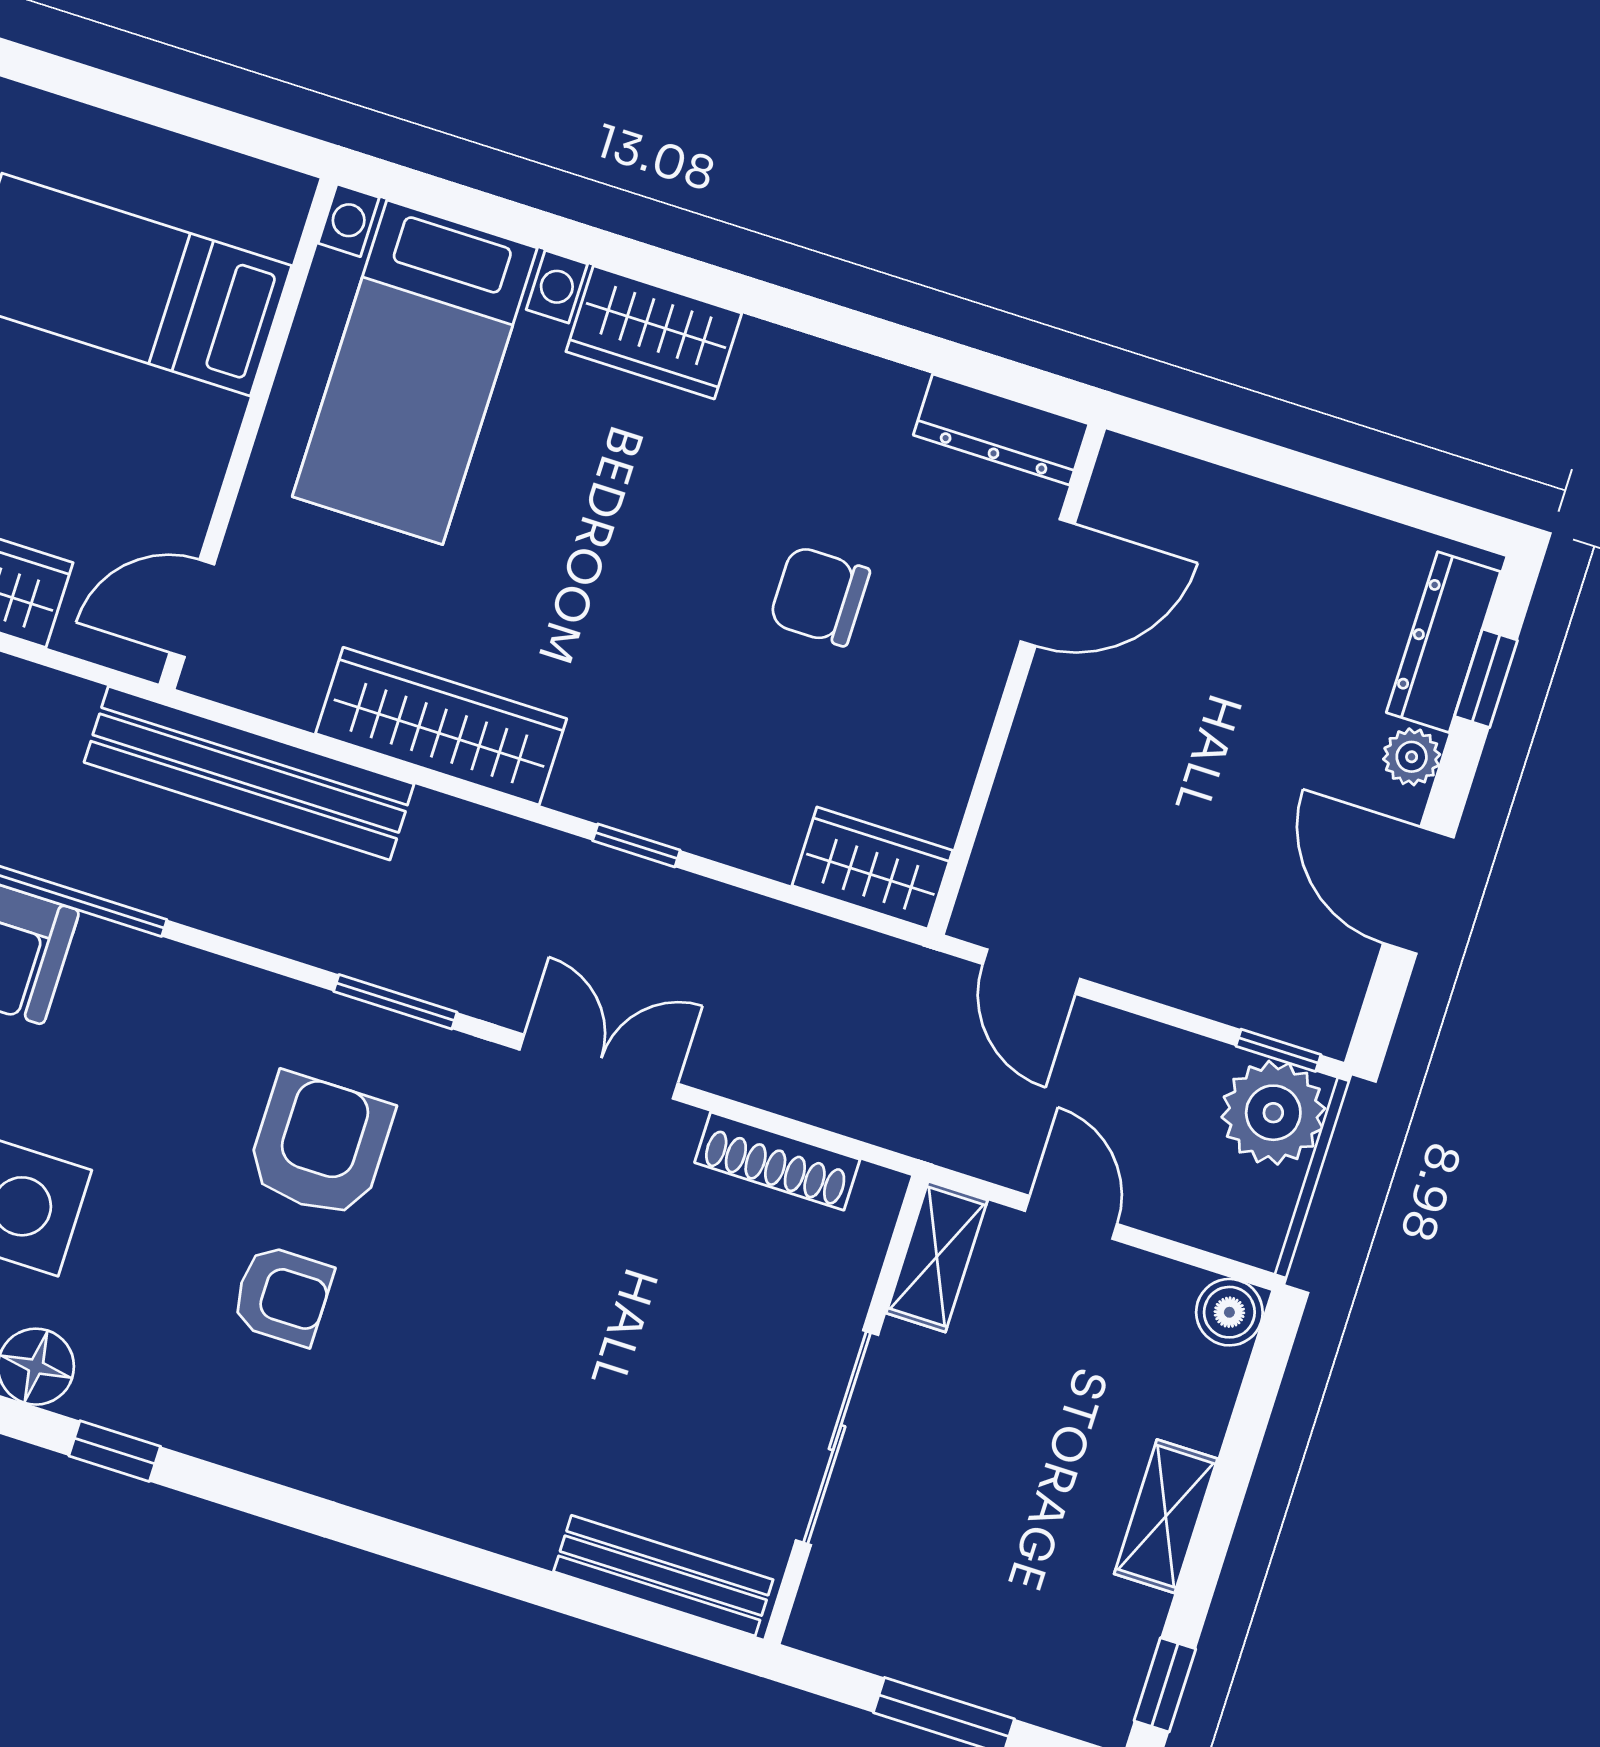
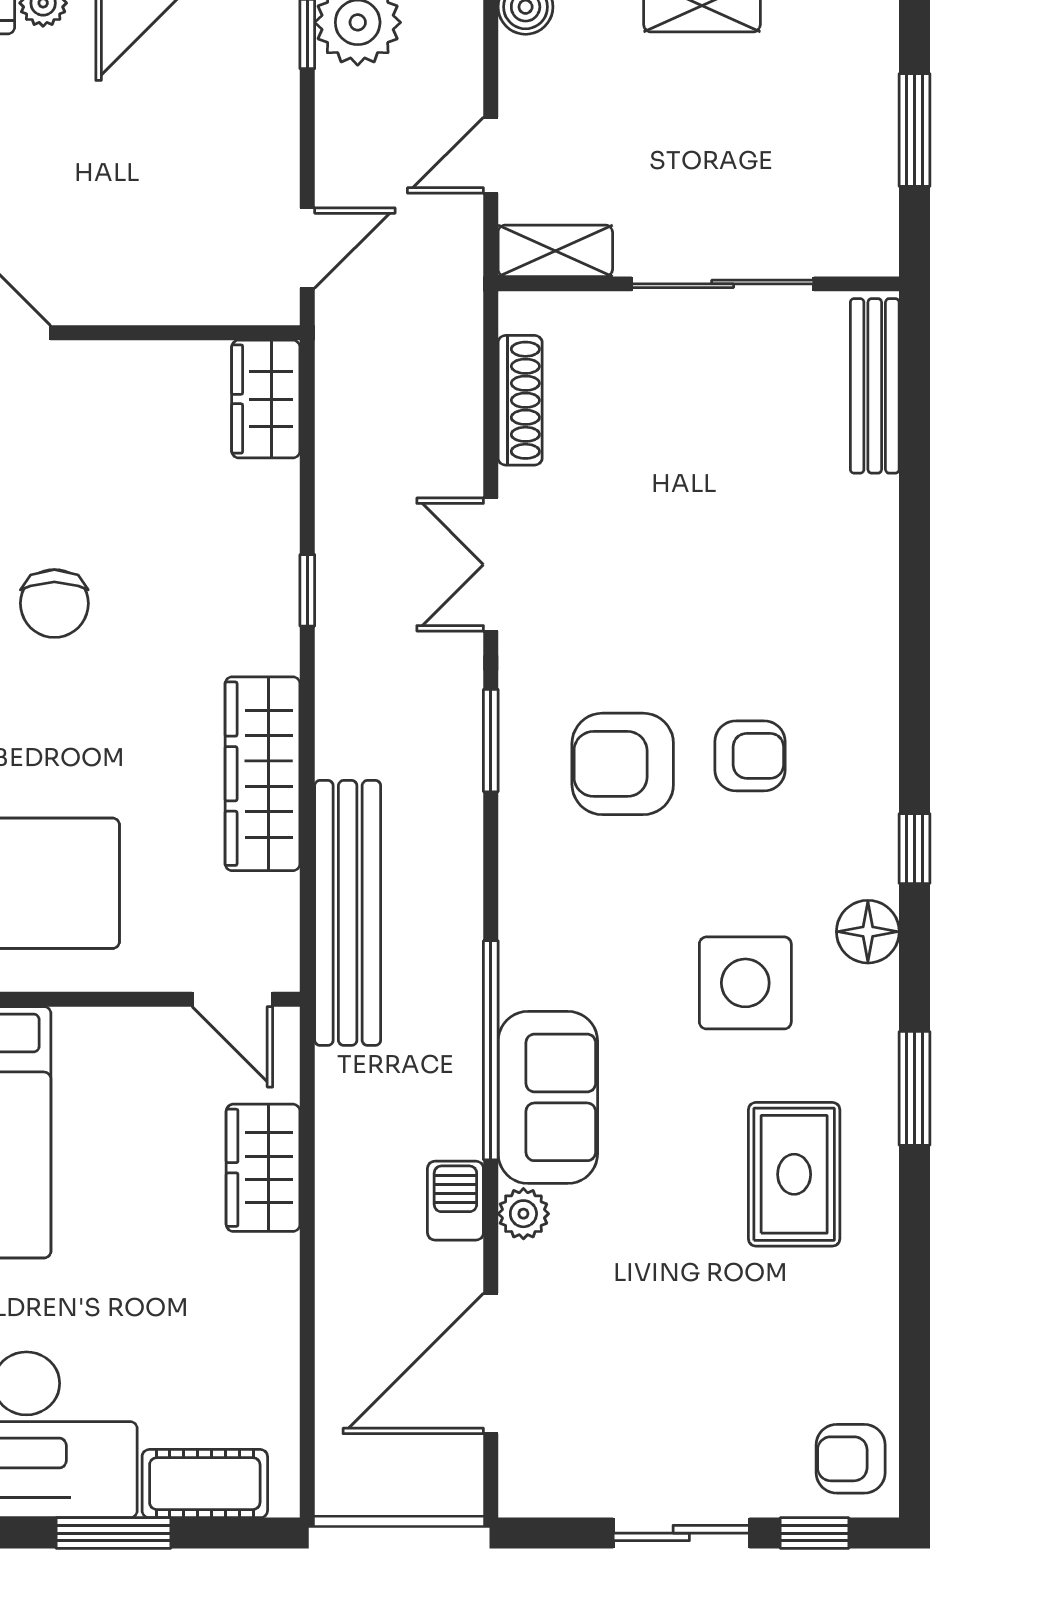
chair: (819, 596) -> (54, 603), moved
armchair: (282, 1295) -> (750, 756), turned 90

